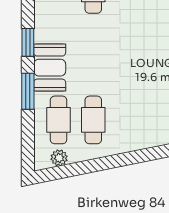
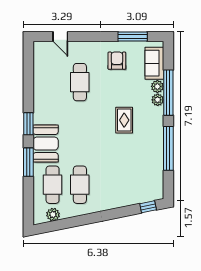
rug: (150, 38) -> (124, 120), added

